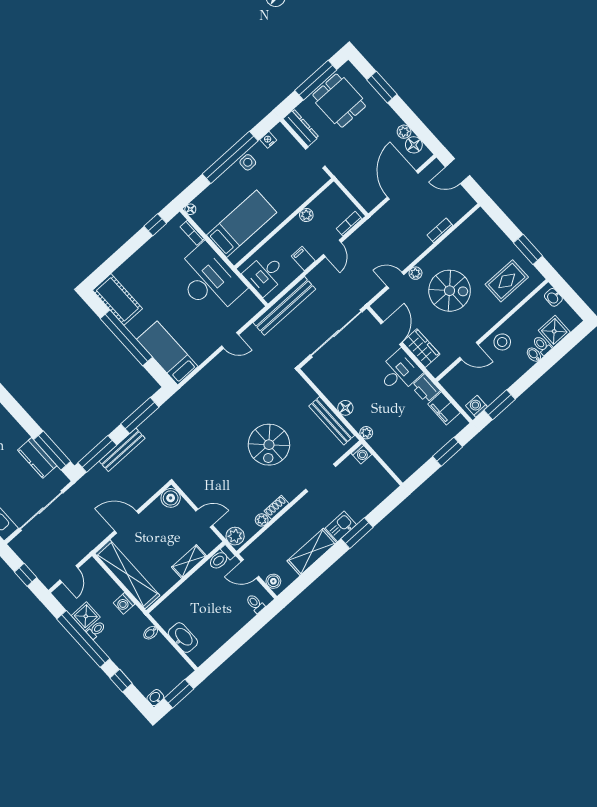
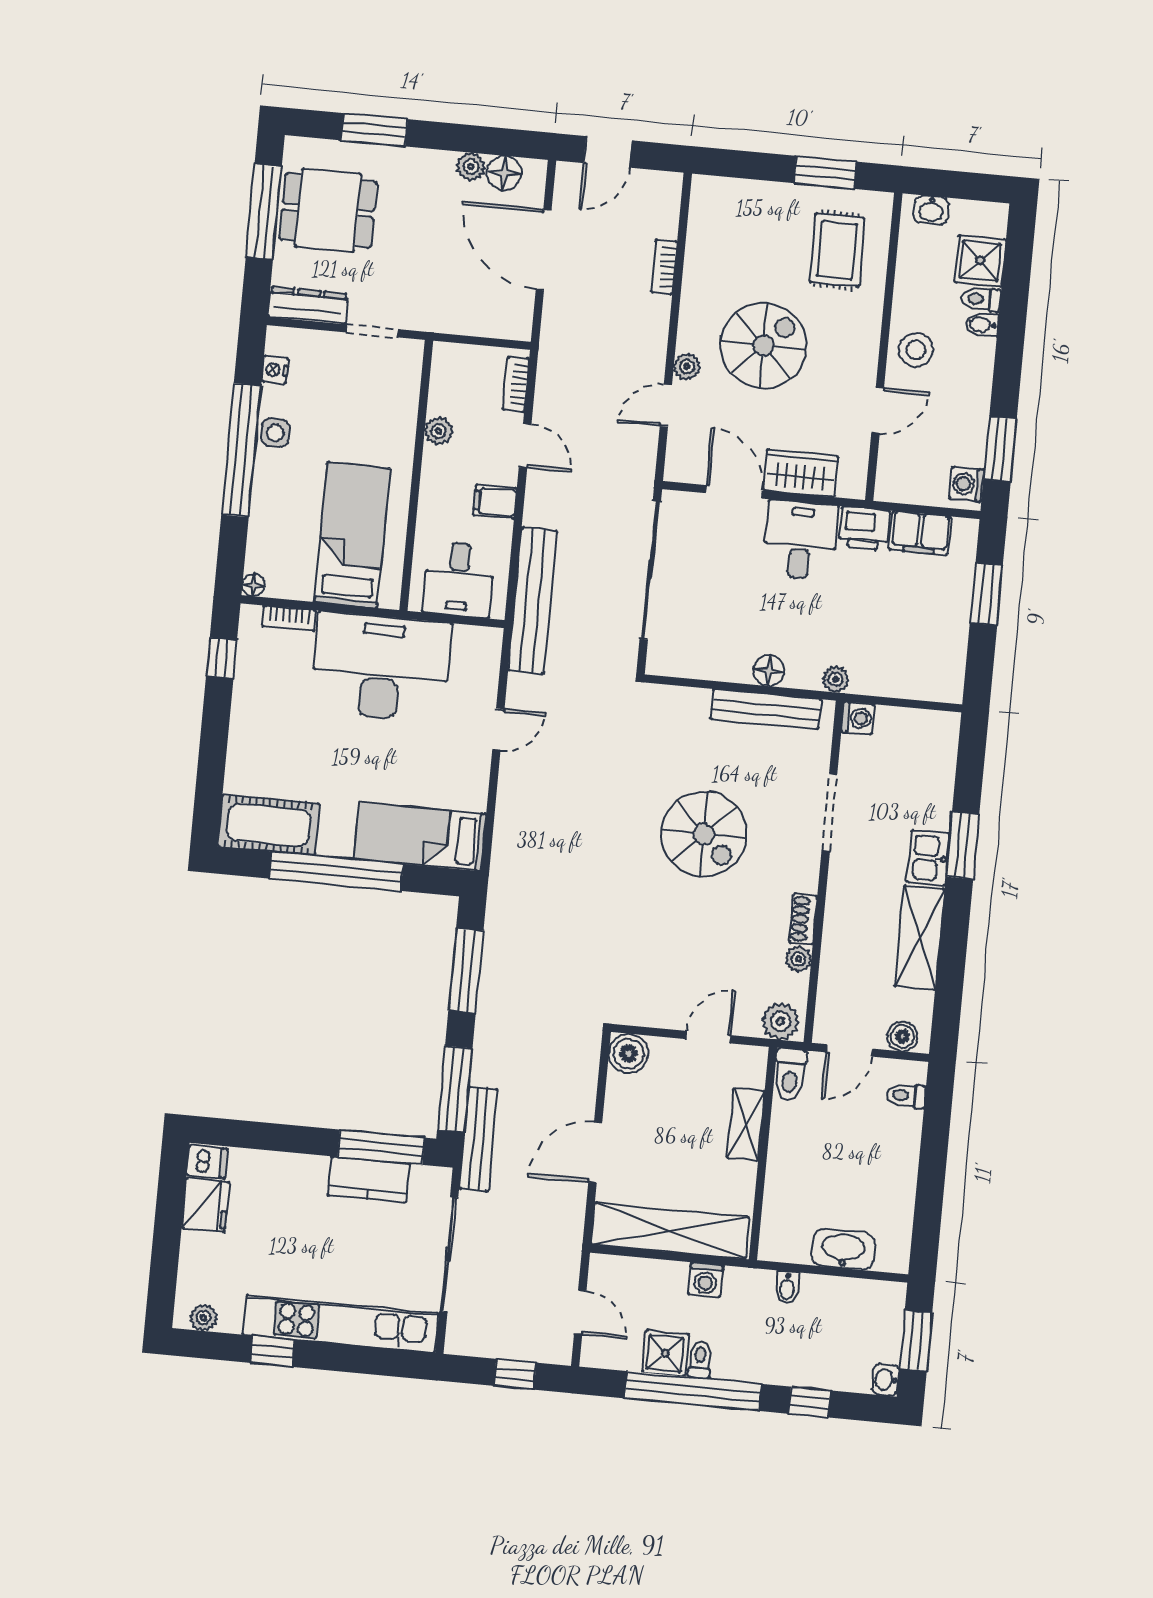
bench: (122, 450) -> (478, 1139), moved

